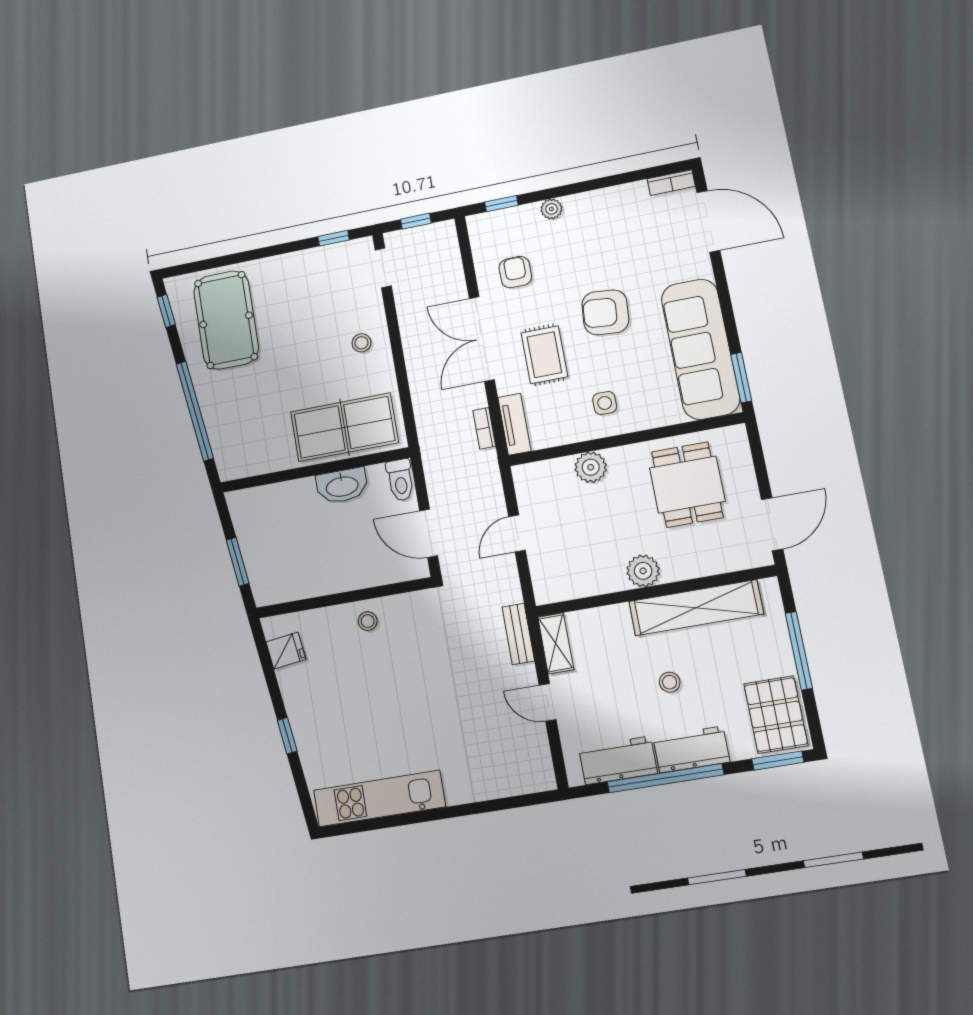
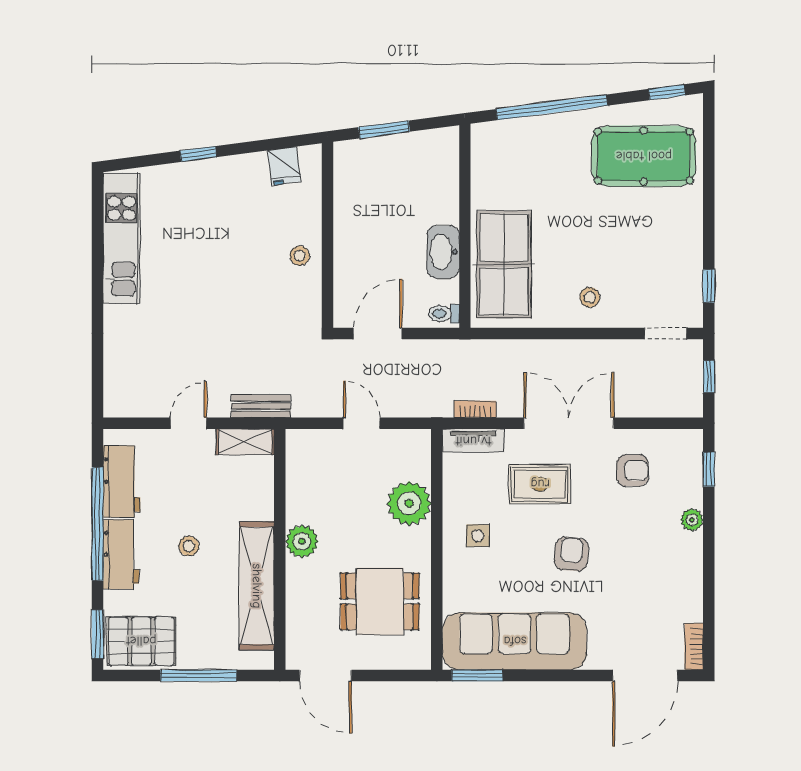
armchair: (605, 312) -> (571, 554), width x0.72, depth x0.72
plant: (591, 467) -> (409, 503), width x1.36, depth x1.36
toilet: (400, 480) -> (444, 314), width x0.73, depth x0.72

